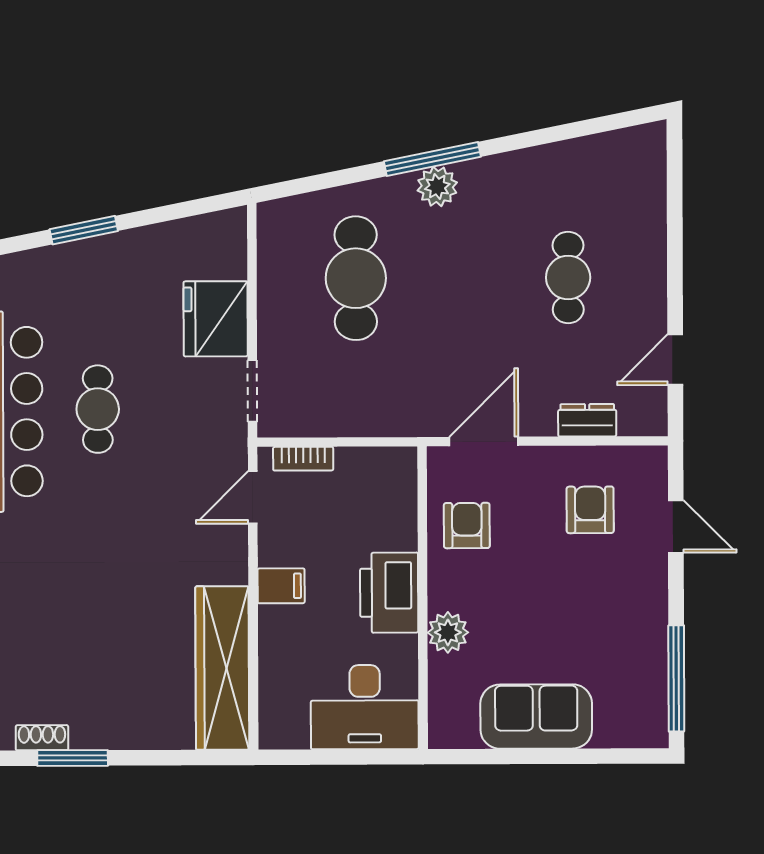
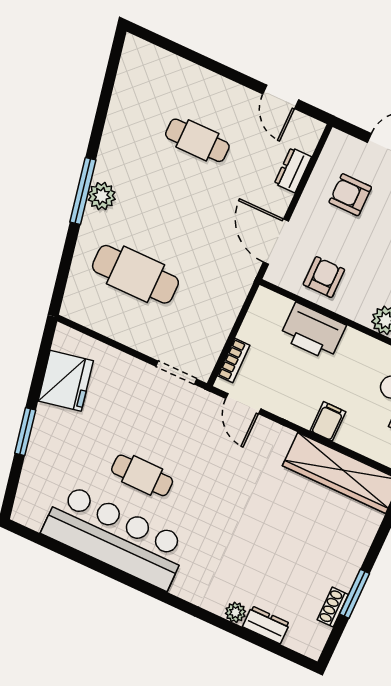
fridge: (216, 319) -> (66, 381), moved, turned -101
armchair: (467, 526) -> (324, 277), turned 90
filing cabinet: (281, 586) -> (328, 421), moved
printer: (389, 593) -> (313, 332), moved

